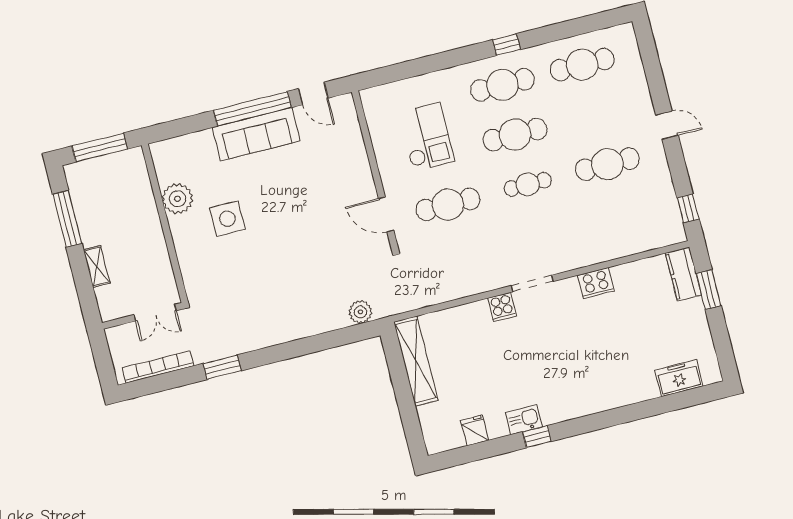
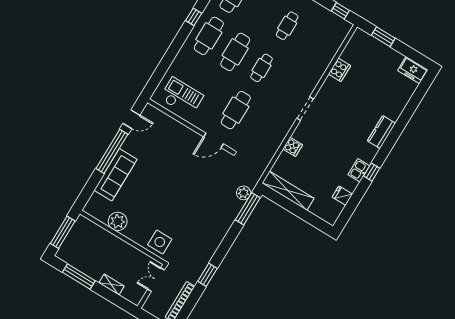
sofa: (256, 134) -> (116, 175), moved
checkout: (426, 137) -> (182, 97), moved
cafe table: (607, 164) -> (287, 26), width x0.73, depth x0.74
side table: (227, 219) -> (160, 242), moved
kitchen counter: (684, 274) -> (382, 132), moved, turned 90
cooker: (596, 283) -> (339, 70), moved
cooker: (502, 307) -> (293, 147), moved
double door: (155, 313) -> (156, 280), swing flipped
window: (347, 336) -> (248, 209), added
freezer: (679, 378) -> (413, 70), moved, turned -90

